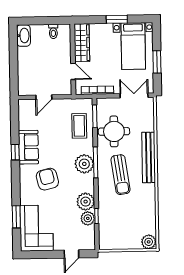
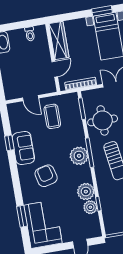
window: (117, 19) -> (102, 11), moved
door: (73, 71) -> (55, 69), hinge flipped
door: (44, 97) -> (31, 98), hinge flipped
coffee table: (79, 126) -> (52, 116), moved
window: (15, 152) -> (9, 143), moved

